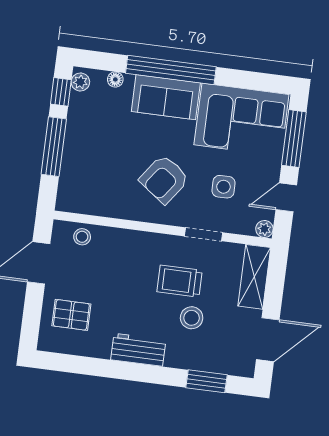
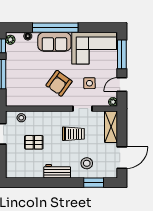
trolley: (180, 281) -> (73, 134), turned 180
pallet: (71, 315) -> (34, 142), moved
stool: (192, 318) -> (87, 163), moved

